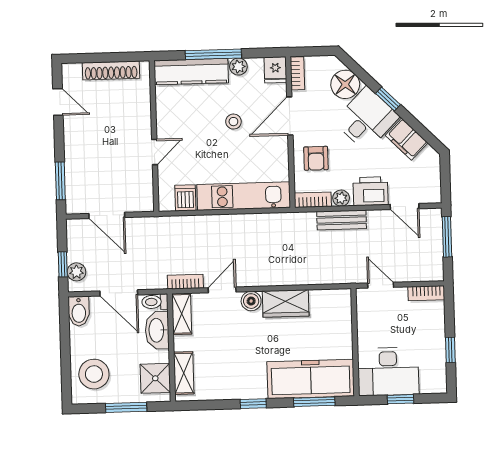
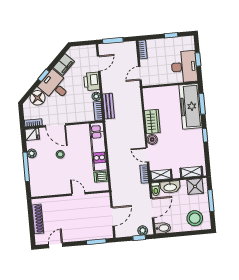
kitchen counter: (191, 72) -> (36, 178), removed
armchair: (316, 158) -> (77, 111), removed
bench: (342, 220) -> (108, 106), moved

